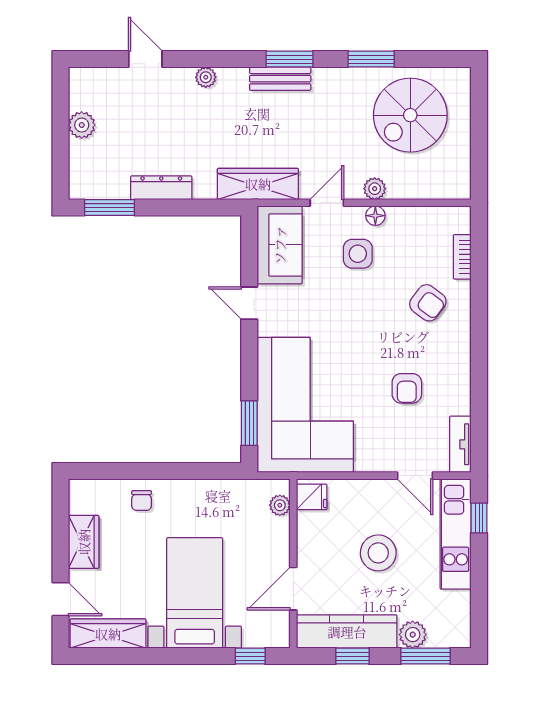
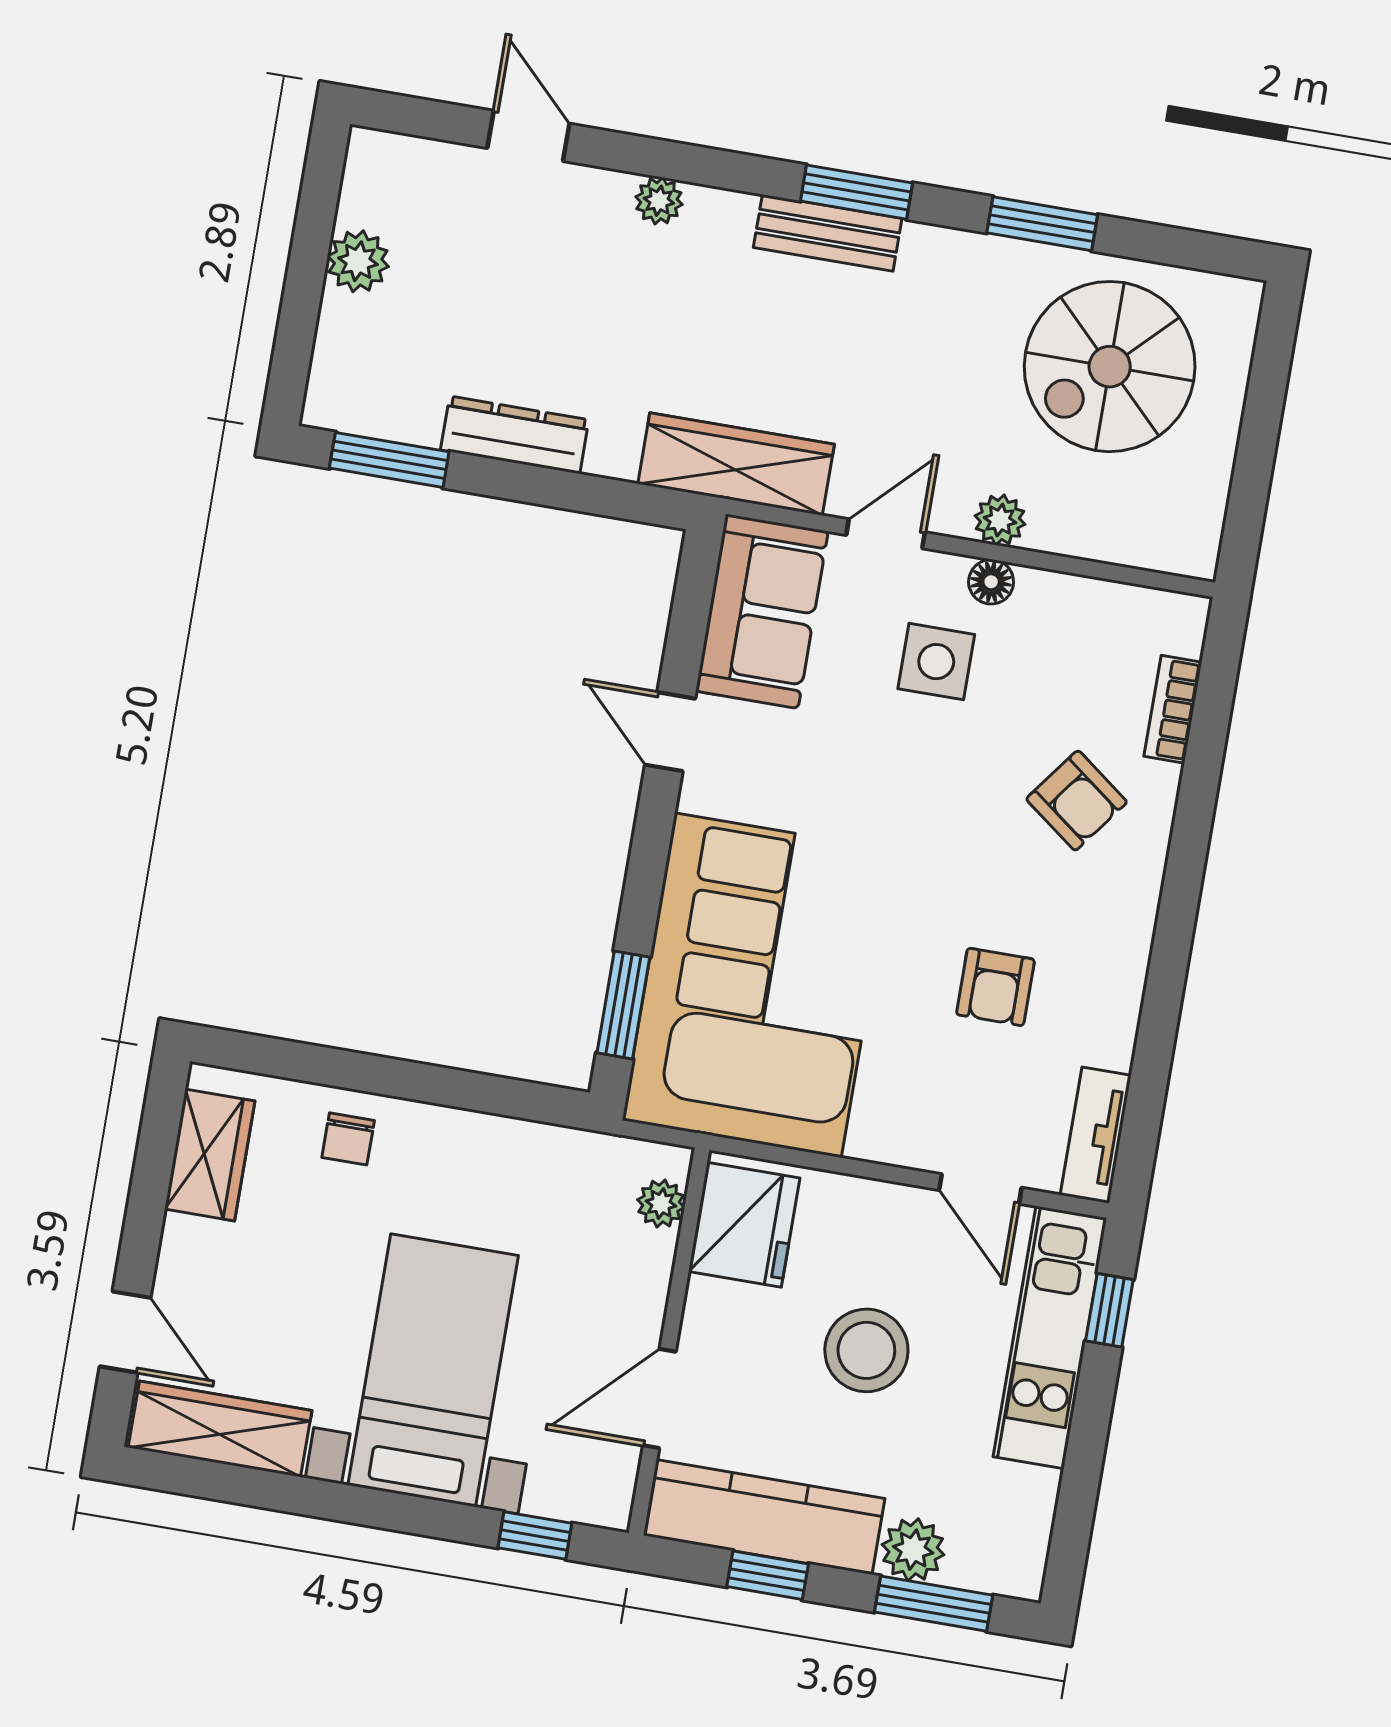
fridge: (312, 497) -> (744, 1225), width x1.88, depth x1.34
wardrobe: (84, 542) -> (210, 1155), moved

